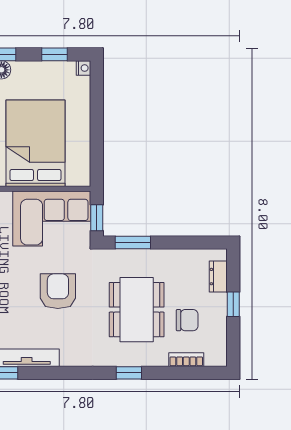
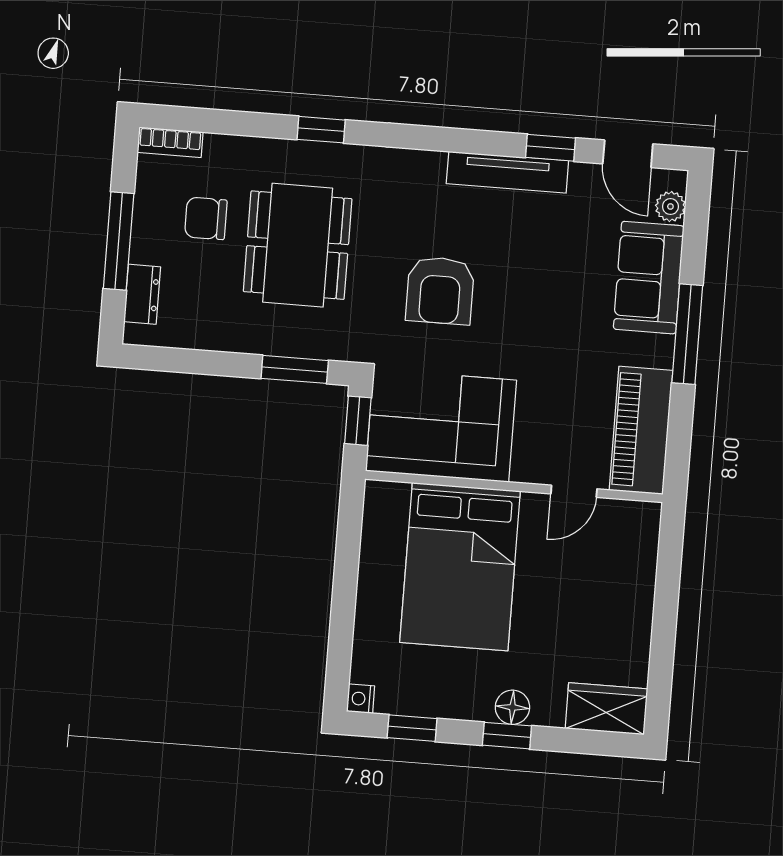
window: (233, 304) -> (119, 241), width x2.17
bookcase: (186, 360) -> (170, 142), moved

